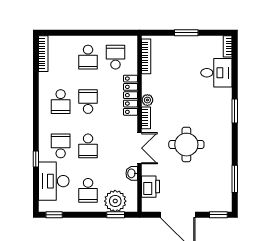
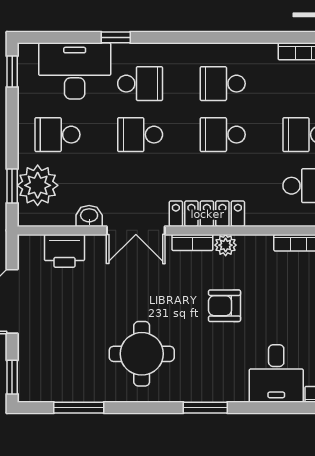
locker: (131, 95) -> (207, 214), moved
armchair: (180, 101) -> (224, 306), added
school desk: (88, 102) -> (223, 135), turned 180
round table: (186, 145) -> (142, 354), moved

